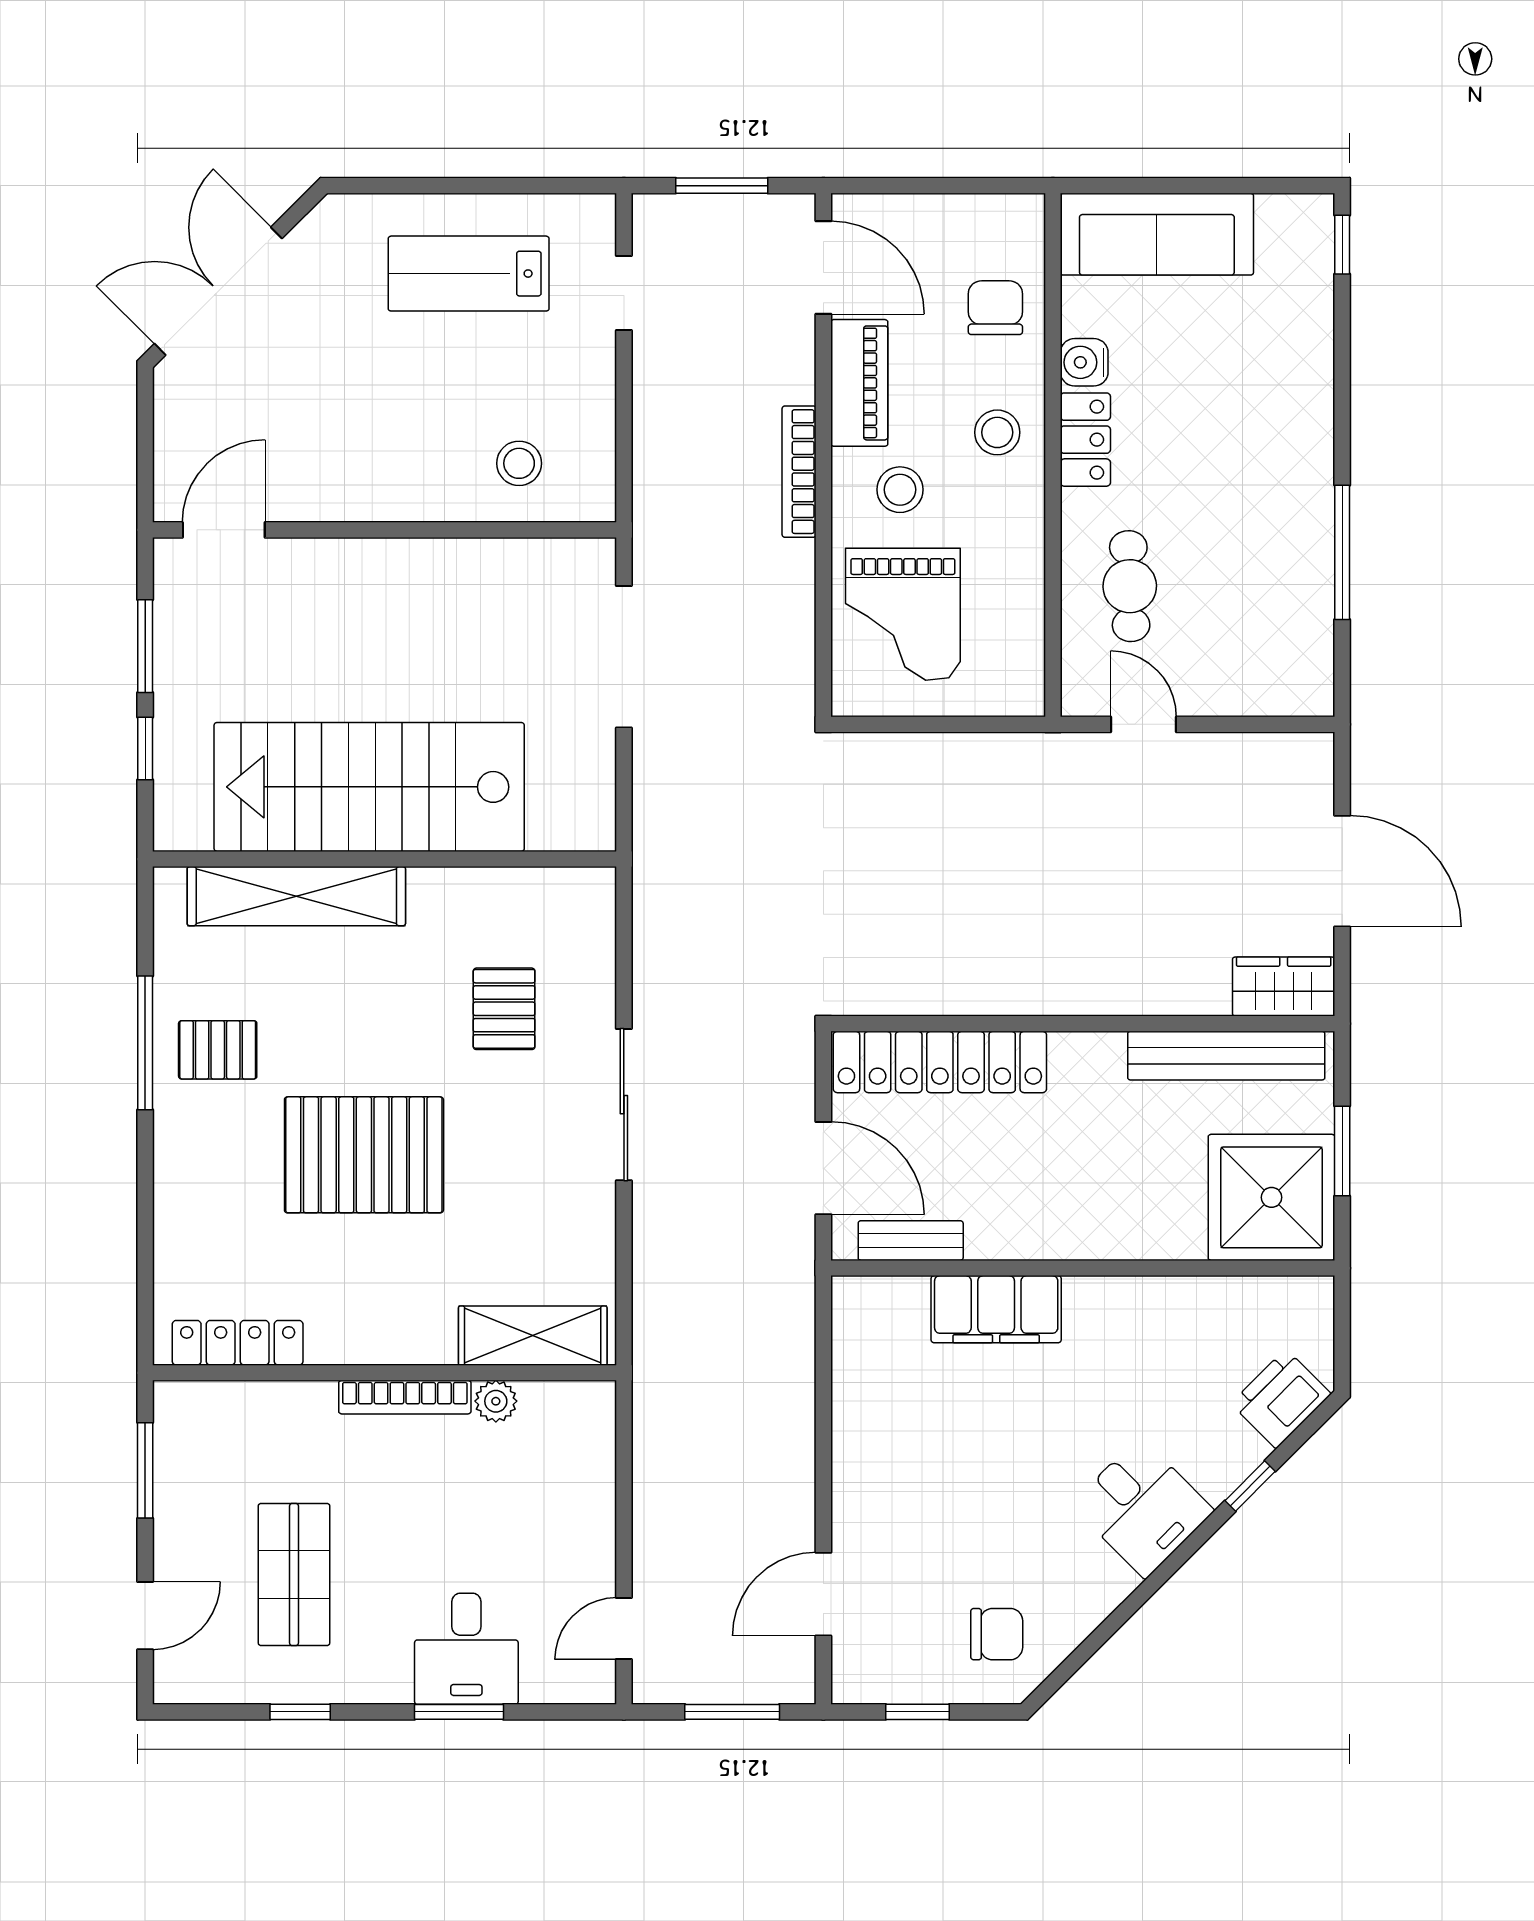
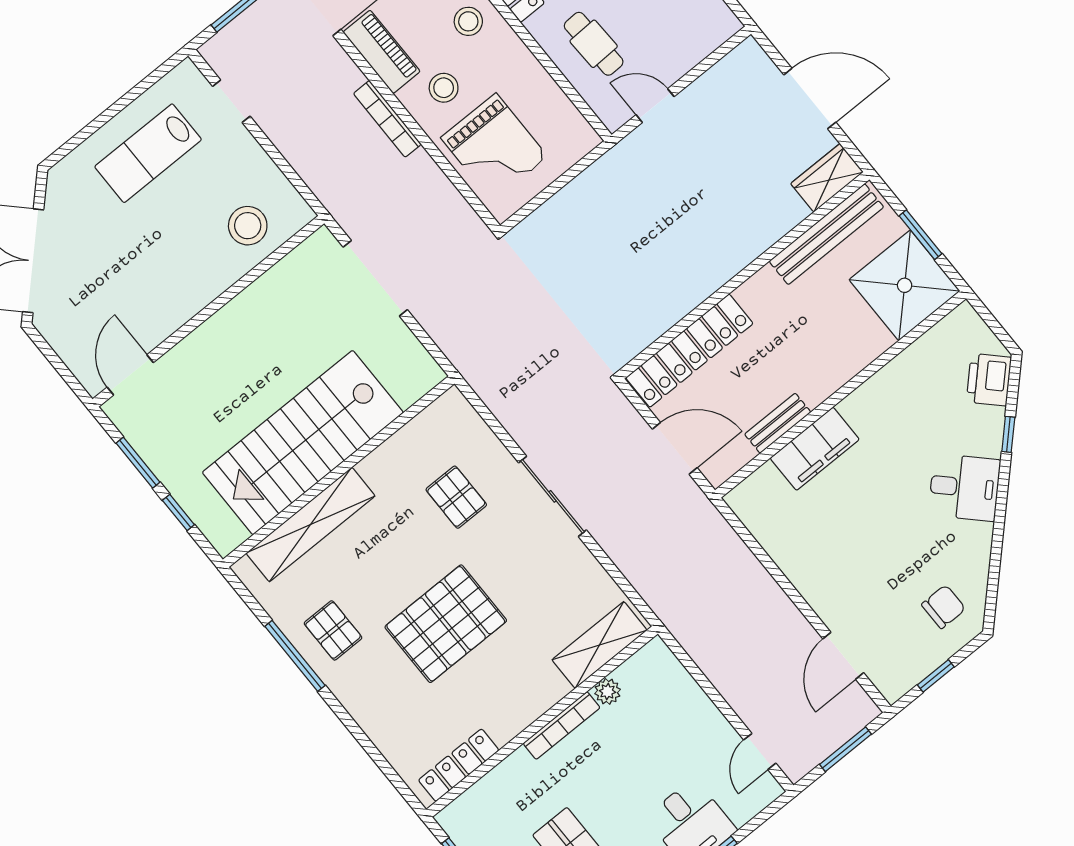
stool: (519, 463) -> (248, 226), width x1.38, depth x1.38
pallet: (218, 1050) -> (333, 630), turned 90
bench: (911, 1241) -> (778, 423), moved

